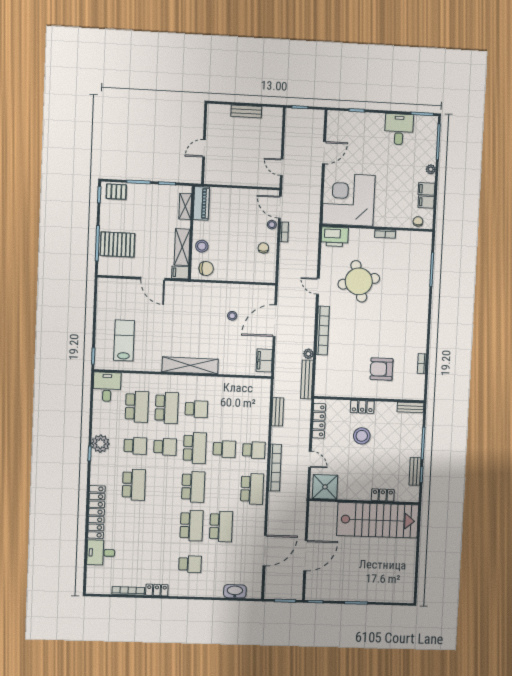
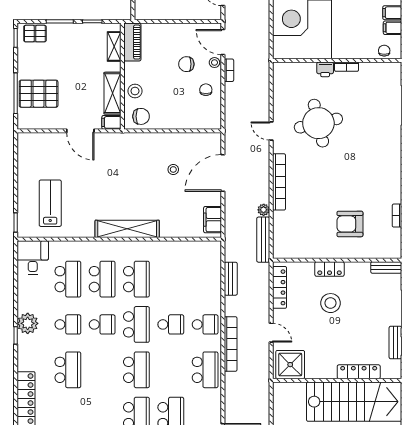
chair: (247, 225) -> (186, 64), added
printer: (335, 237) -> (325, 69), moved, width x0.53, depth x0.68
school desk: (196, 409) -> (136, 279), width x1.85
locker: (383, 495) -> (359, 372), width x1.53

